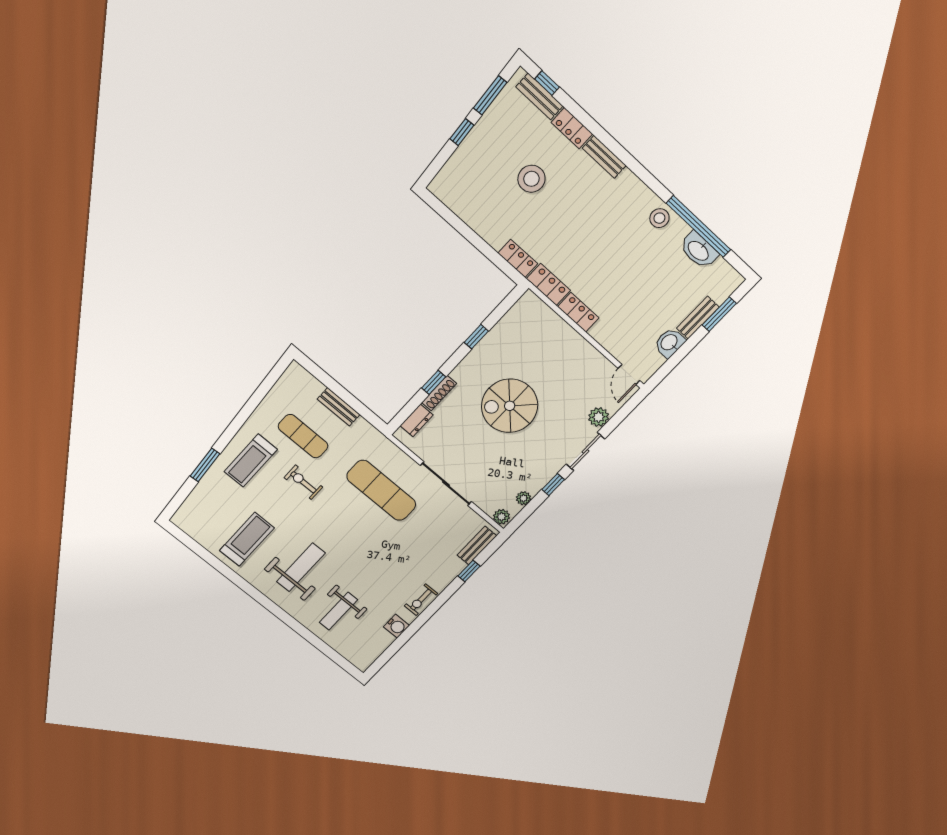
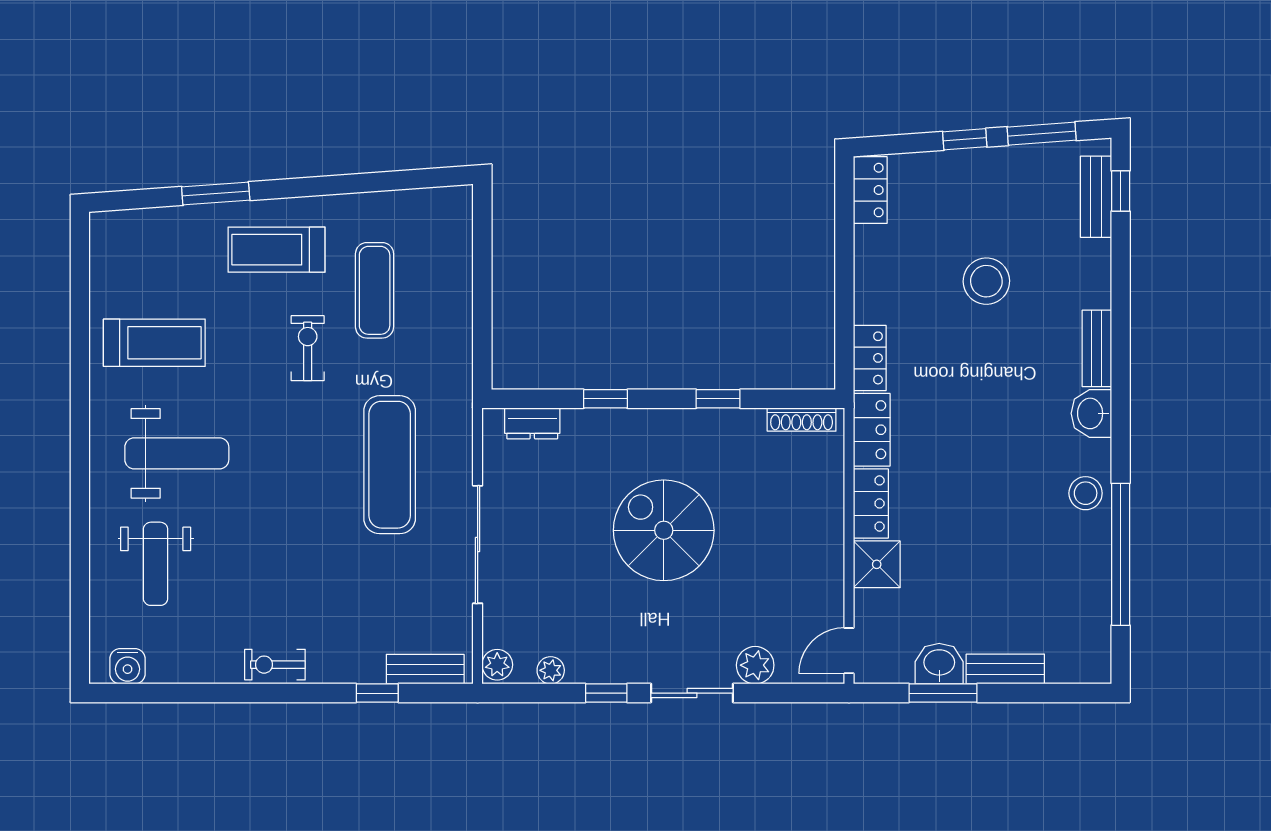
locker: (572, 128) -> (870, 190), moved, turned 180
washbasin: (699, 250) -> (1091, 413), moved, width x0.72
window: (719, 314) -> (943, 693), moved
shower: (605, 332) -> (877, 564), added
shoe rack: (439, 393) -> (802, 419), moved
bench: (339, 407) -> (459, 302), removed
weight bench: (338, 611) -> (156, 564), turned -90
water cooler: (396, 626) -> (128, 666), moved

